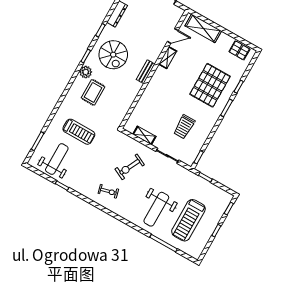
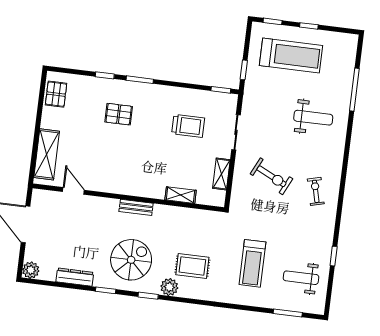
shelving: (168, 58) -> (181, 195), moved
pallet: (210, 85) -> (119, 114), width x0.49, depth x0.50
treadmill: (79, 132) -> (252, 263), turned 180
weight bench: (57, 159) -> (301, 278), width x0.73, depth x0.75
weight bench: (156, 209) -> (313, 118), width x0.73, depth x0.75
treadmill: (188, 220) -> (291, 55), moved

